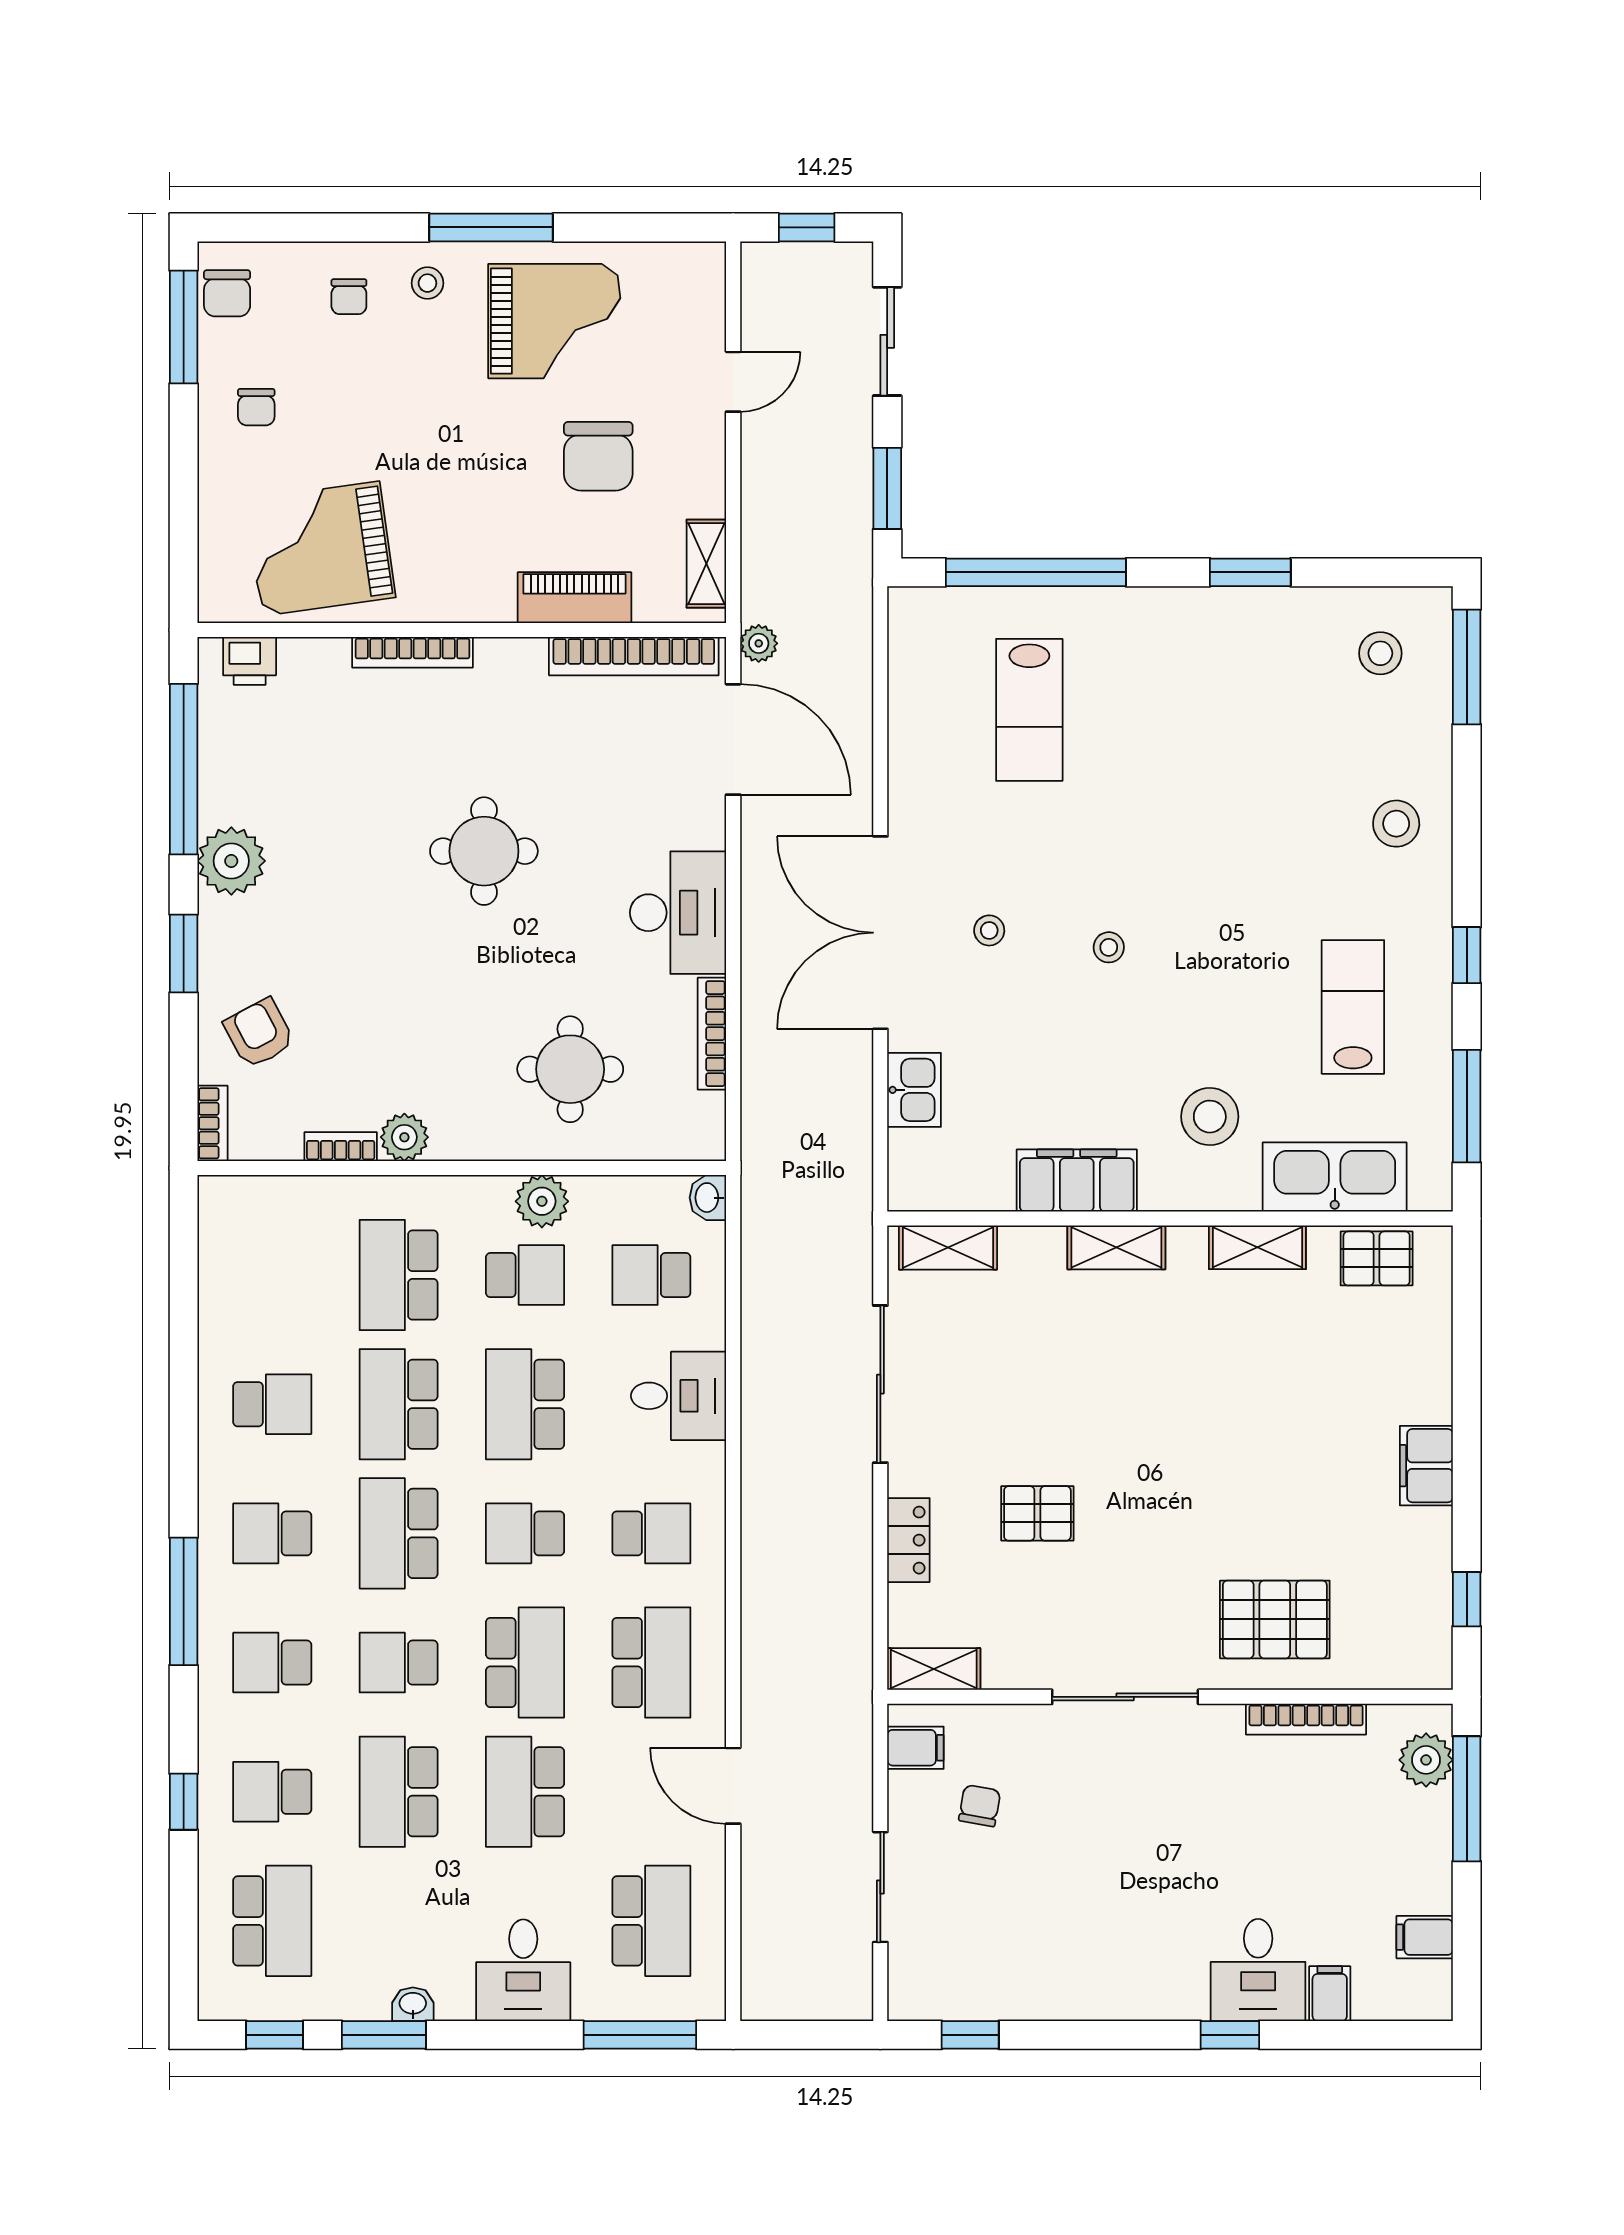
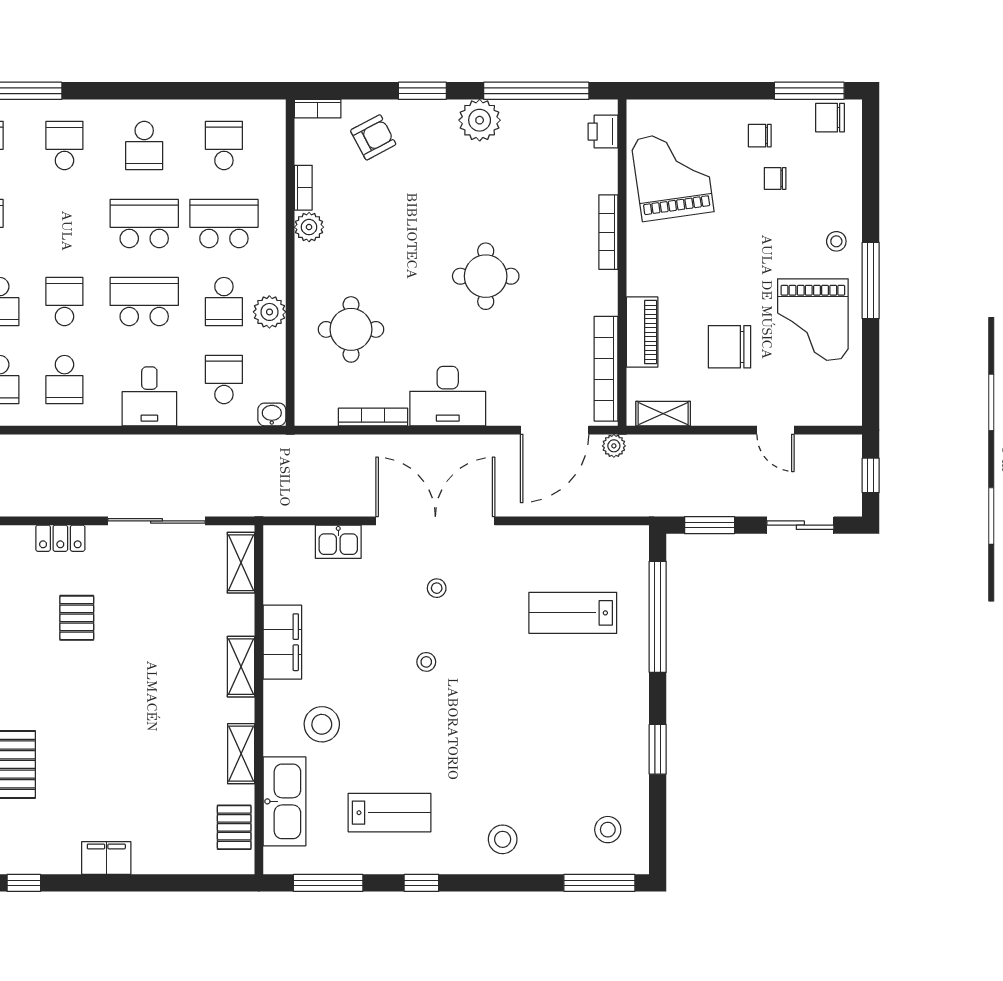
chair: (349, 297) -> (775, 178), moved
school desk: (399, 1533) -> (224, 145), moved, width x0.54

